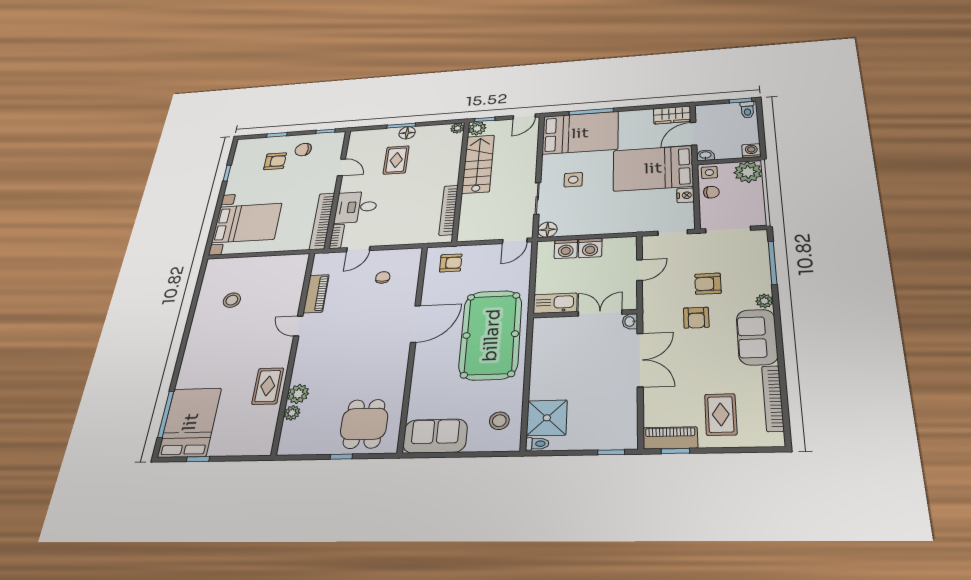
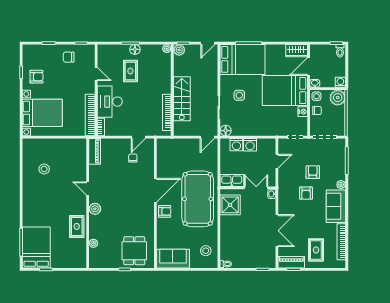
armchair: (275, 161) -> (36, 77), moved
stairs: (478, 164) -> (182, 99), moved
desk: (356, 207) -> (110, 102), width x1.37
door: (358, 249) -> (138, 137), moved
armchair: (451, 263) -> (165, 211), moved
armchair: (708, 284) -> (313, 172), turned 90
piano: (316, 294) -> (95, 151), moved
double door: (640, 360) -> (277, 231), moved
plant: (298, 394) -> (95, 209), moved
shower: (547, 418) -> (230, 205), moved

